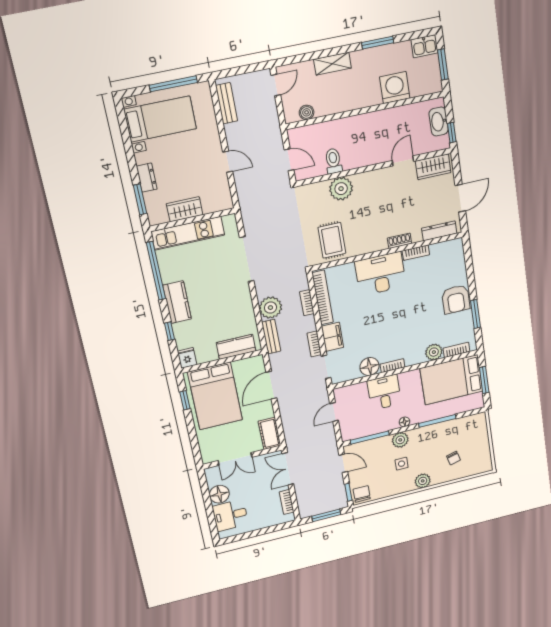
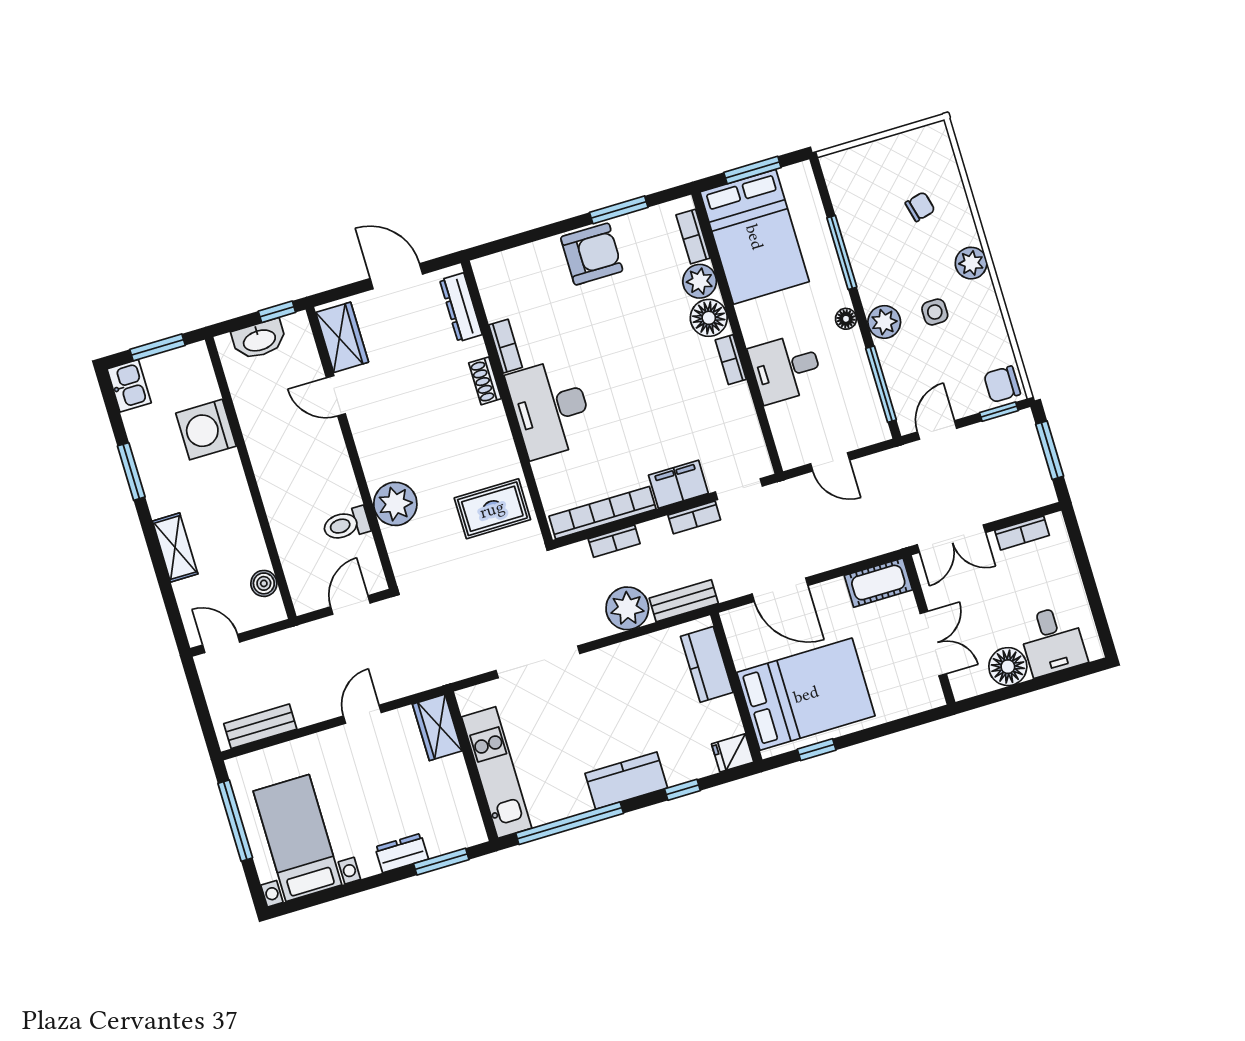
wardrobe: (185, 209) -> (437, 727), moved
floor lamp: (369, 367) -> (709, 318), moved

